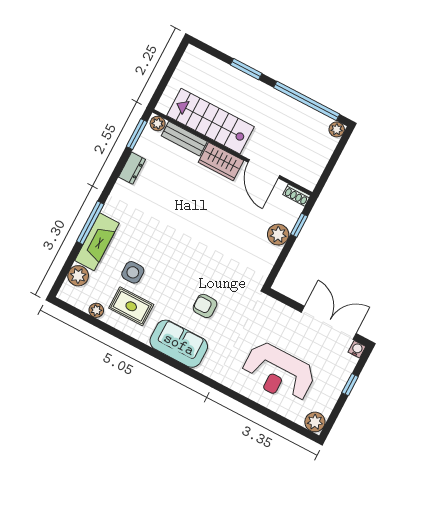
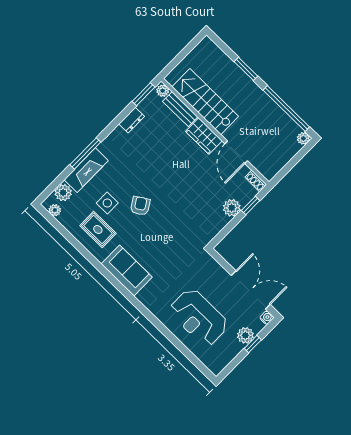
armchair: (205, 306) -> (140, 206), moved, turned 57
plant: (96, 310) -> (55, 210), moved
plant: (315, 422) -> (245, 335), moved

